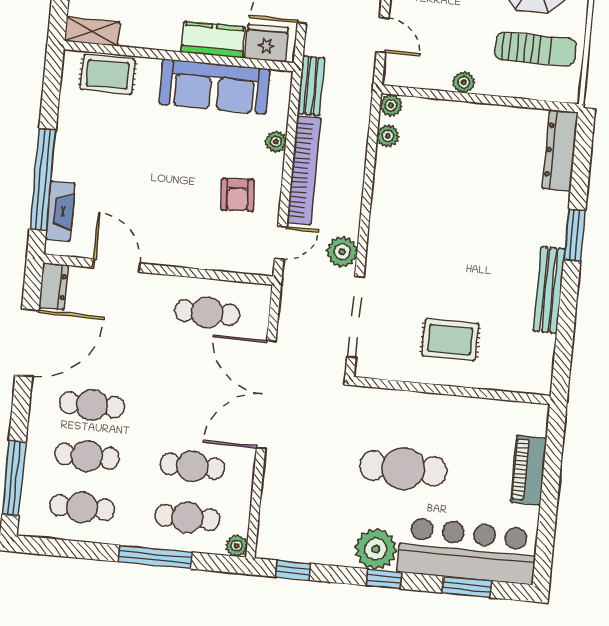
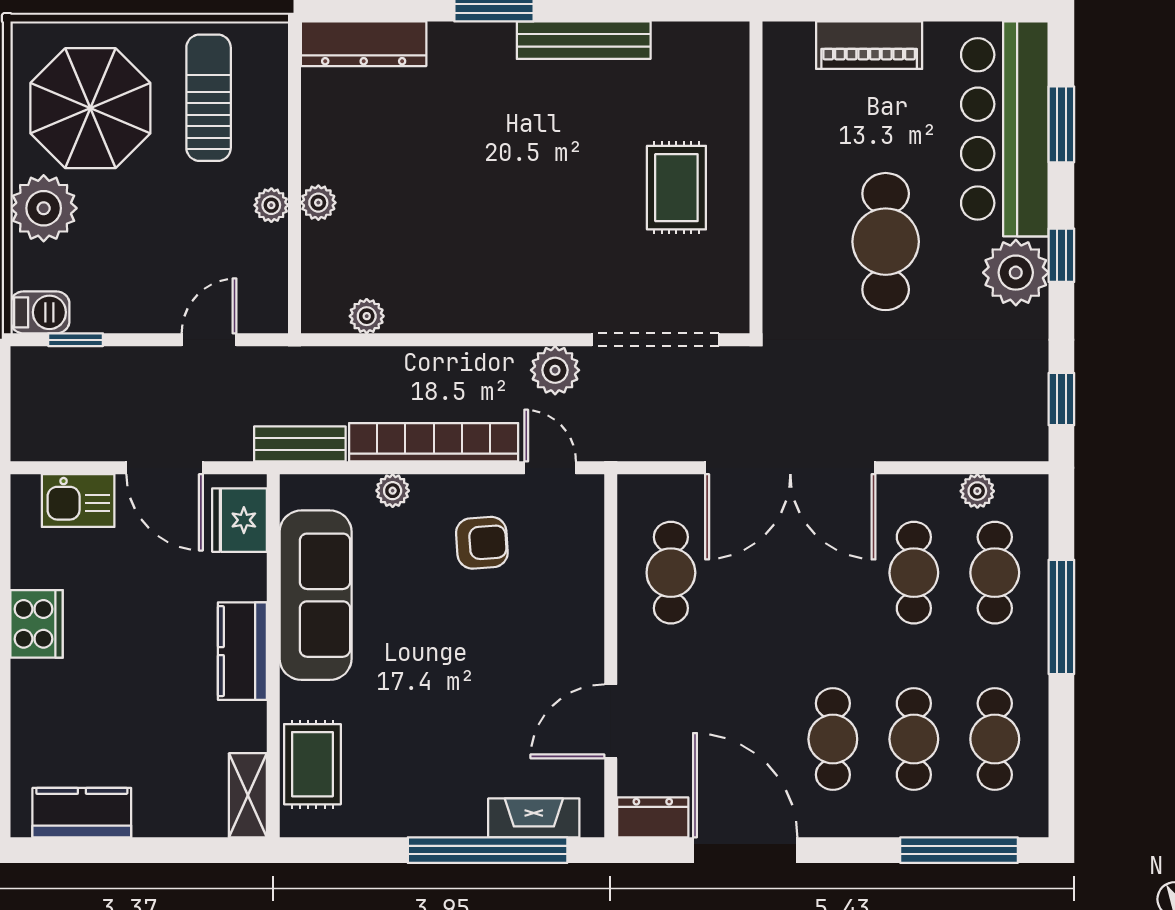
kitchen counter: (213, 40) -> (242, 651), moved
plant: (391, 105) -> (318, 203), moved
plant: (237, 546) -> (977, 491), moved

